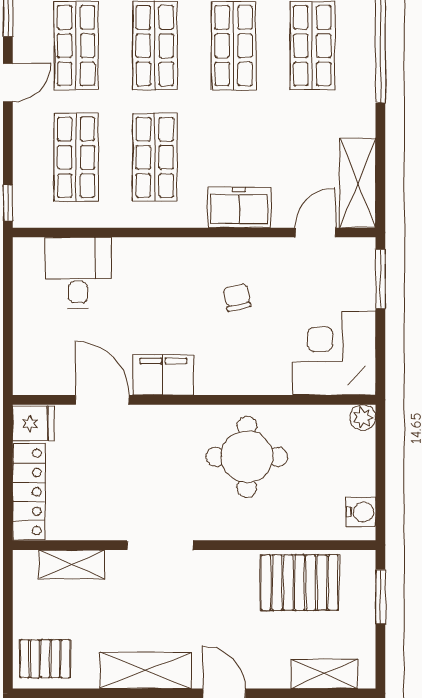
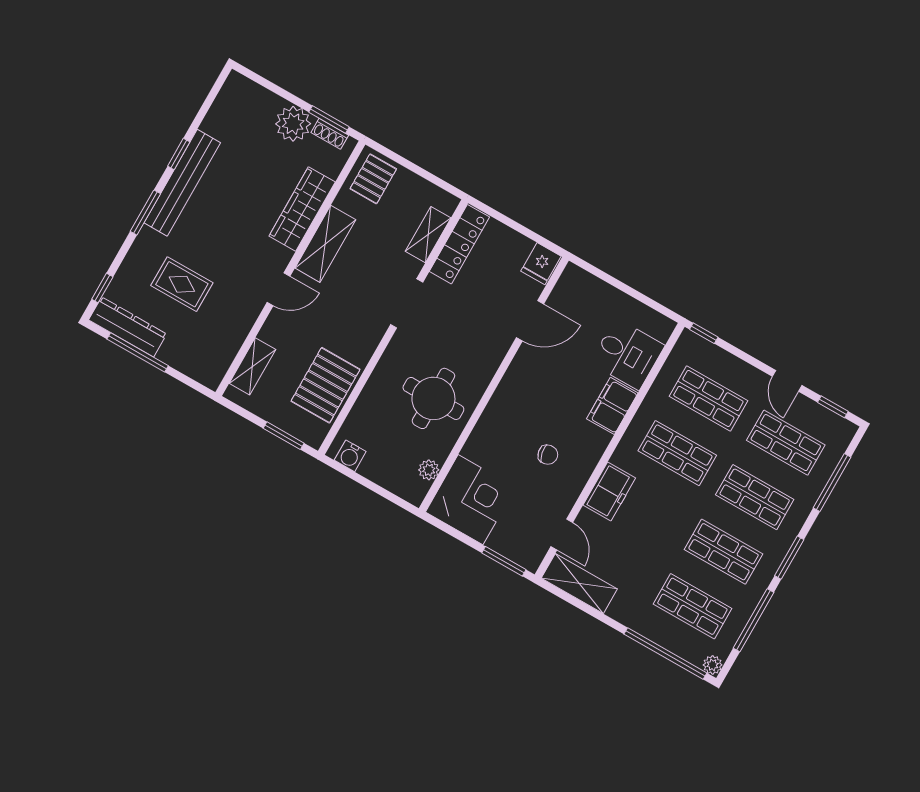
filing cabinet: (163, 375) -> (612, 406), moved, turned 180
plant: (363, 417) -> (429, 470), moved
locker: (29, 492) -> (459, 244), moved, turned -90

